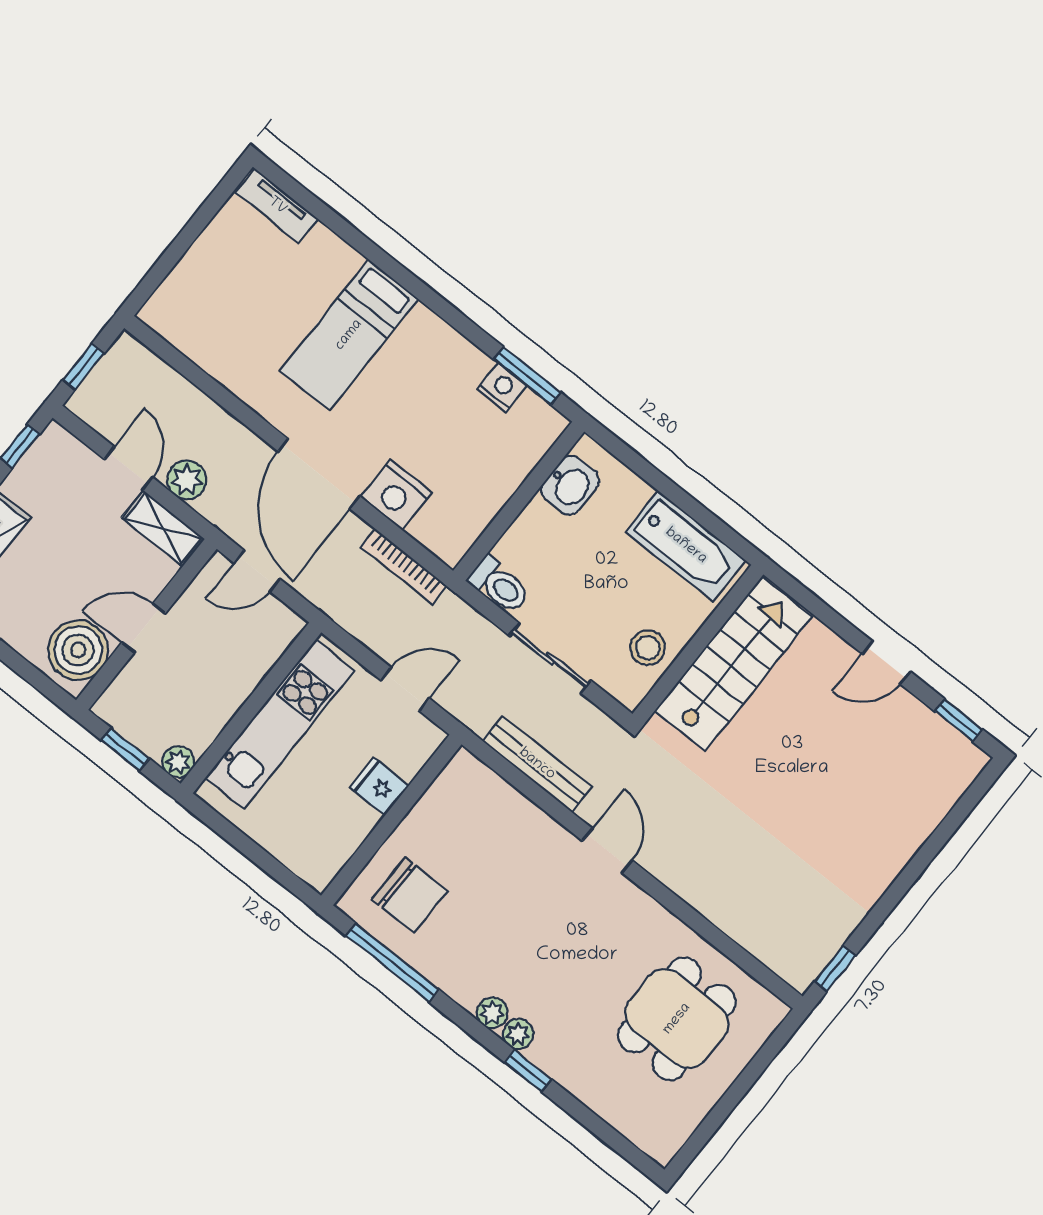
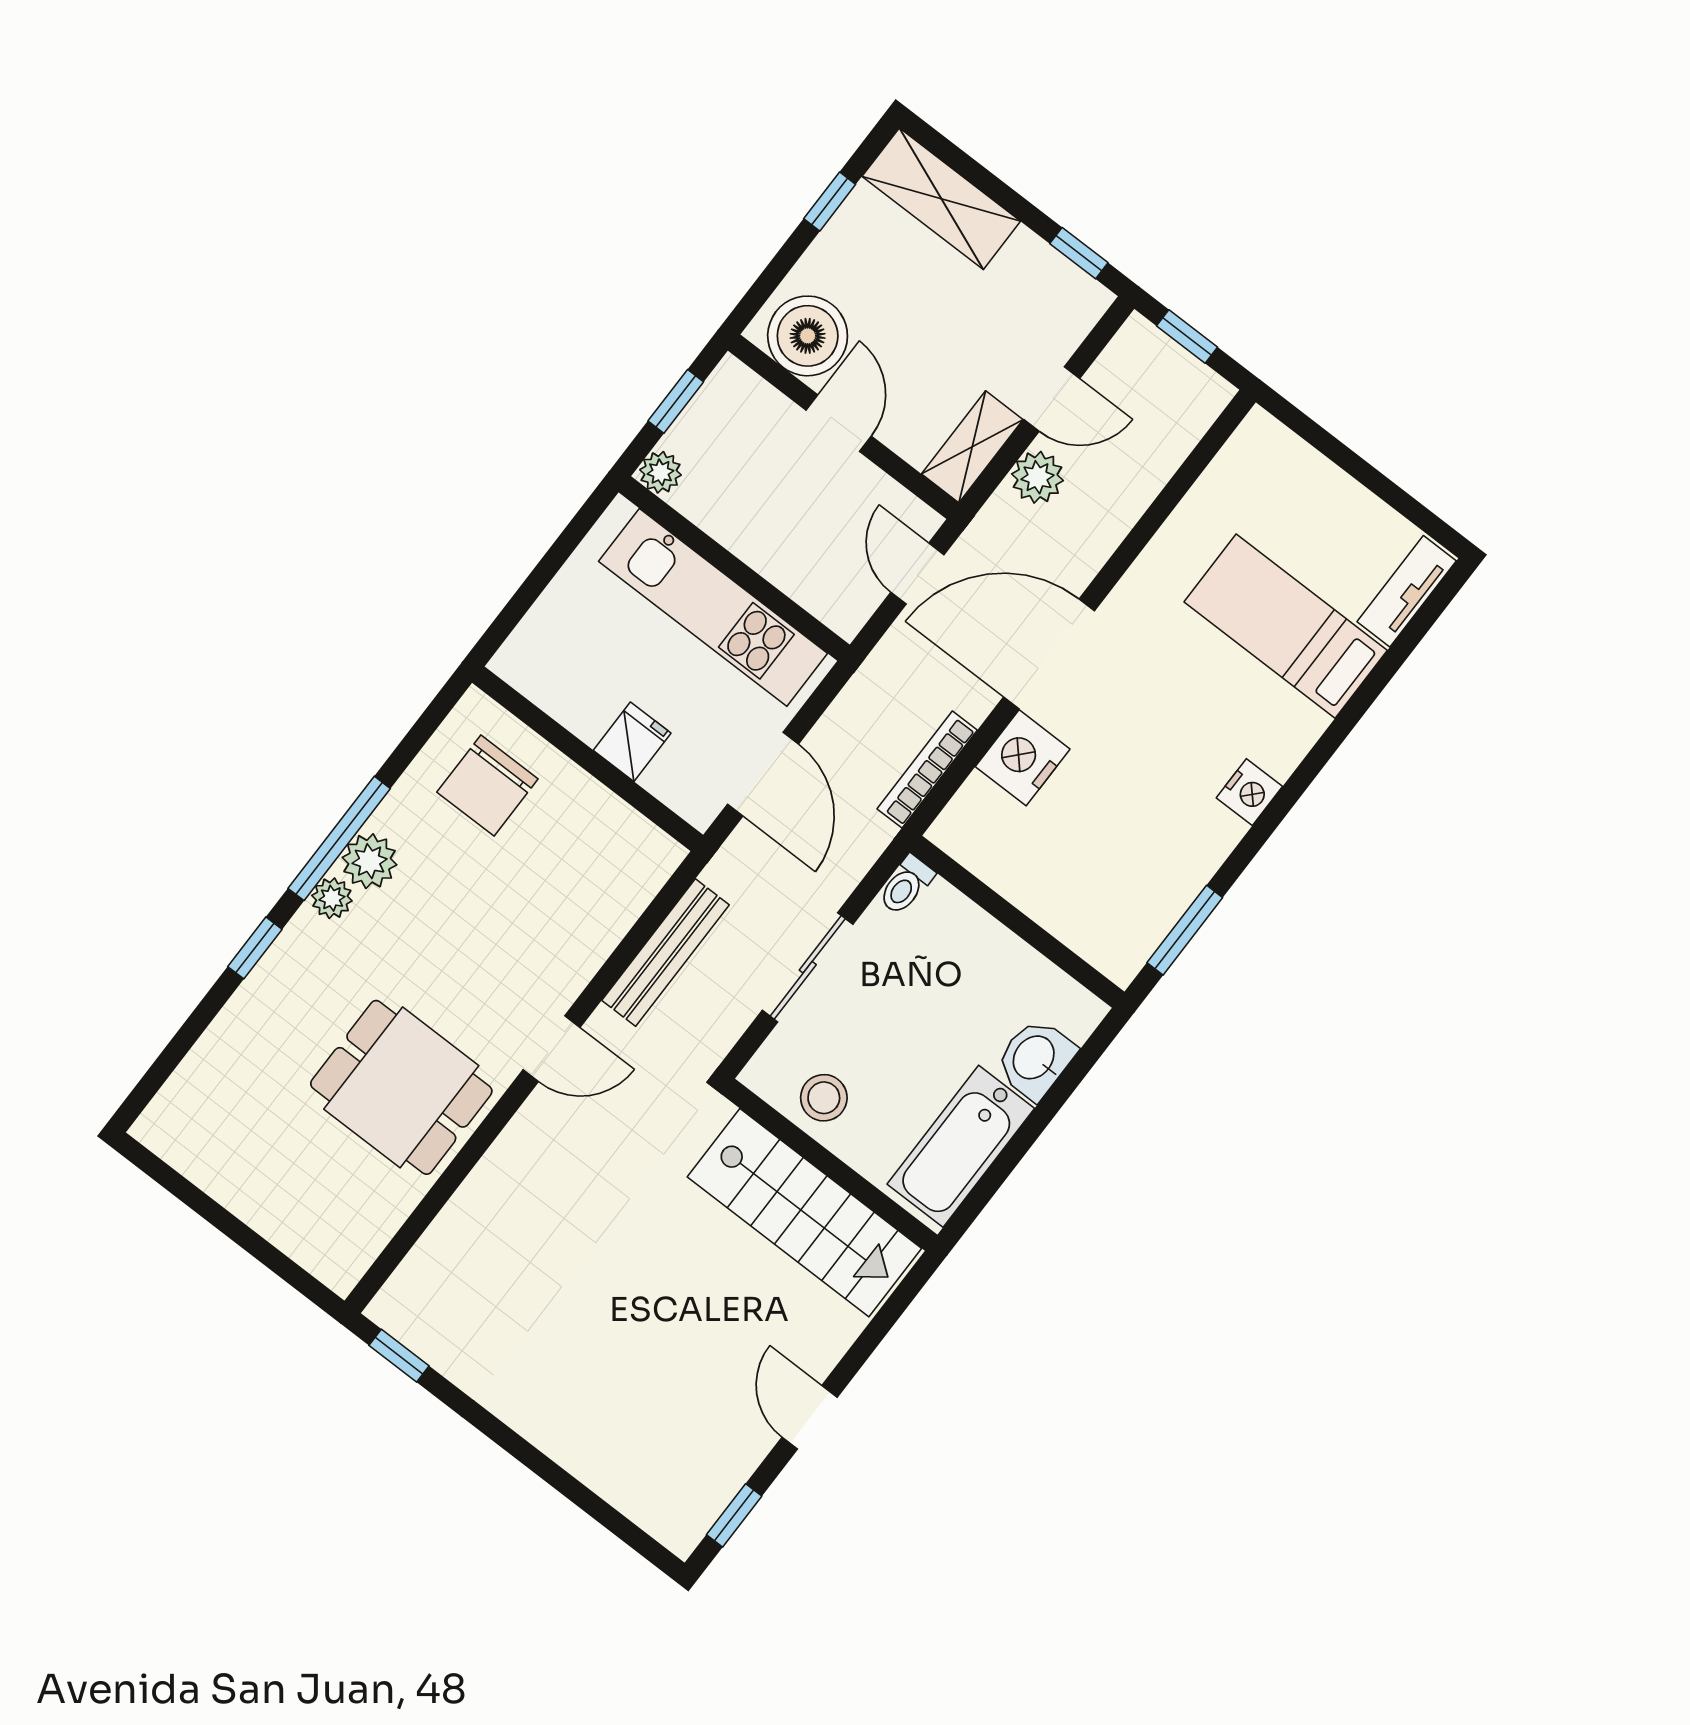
bed: (349, 335) -> (1286, 626), moved
nightstand: (502, 387) -> (1249, 792), moved
washbasin: (570, 485) -> (1035, 1059), moved, turned 90
toilet: (499, 585) -> (906, 885), width x0.73, depth x0.72
door: (405, 689) -> (763, 774), width x1.38
window: (392, 962) -> (339, 838), moved
dining table: (677, 1019) -> (401, 1087), moved
plant: (518, 1034) -> (370, 861), moved, width x1.38, depth x1.38

